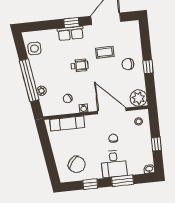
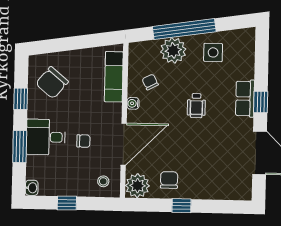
side table: (34, 48) -> (213, 52), moved
coffee table: (105, 52) -> (211, 145), removed
chair: (128, 64) -> (169, 180), moved
plant: (42, 91) -> (173, 50), width x1.87, depth x1.87

